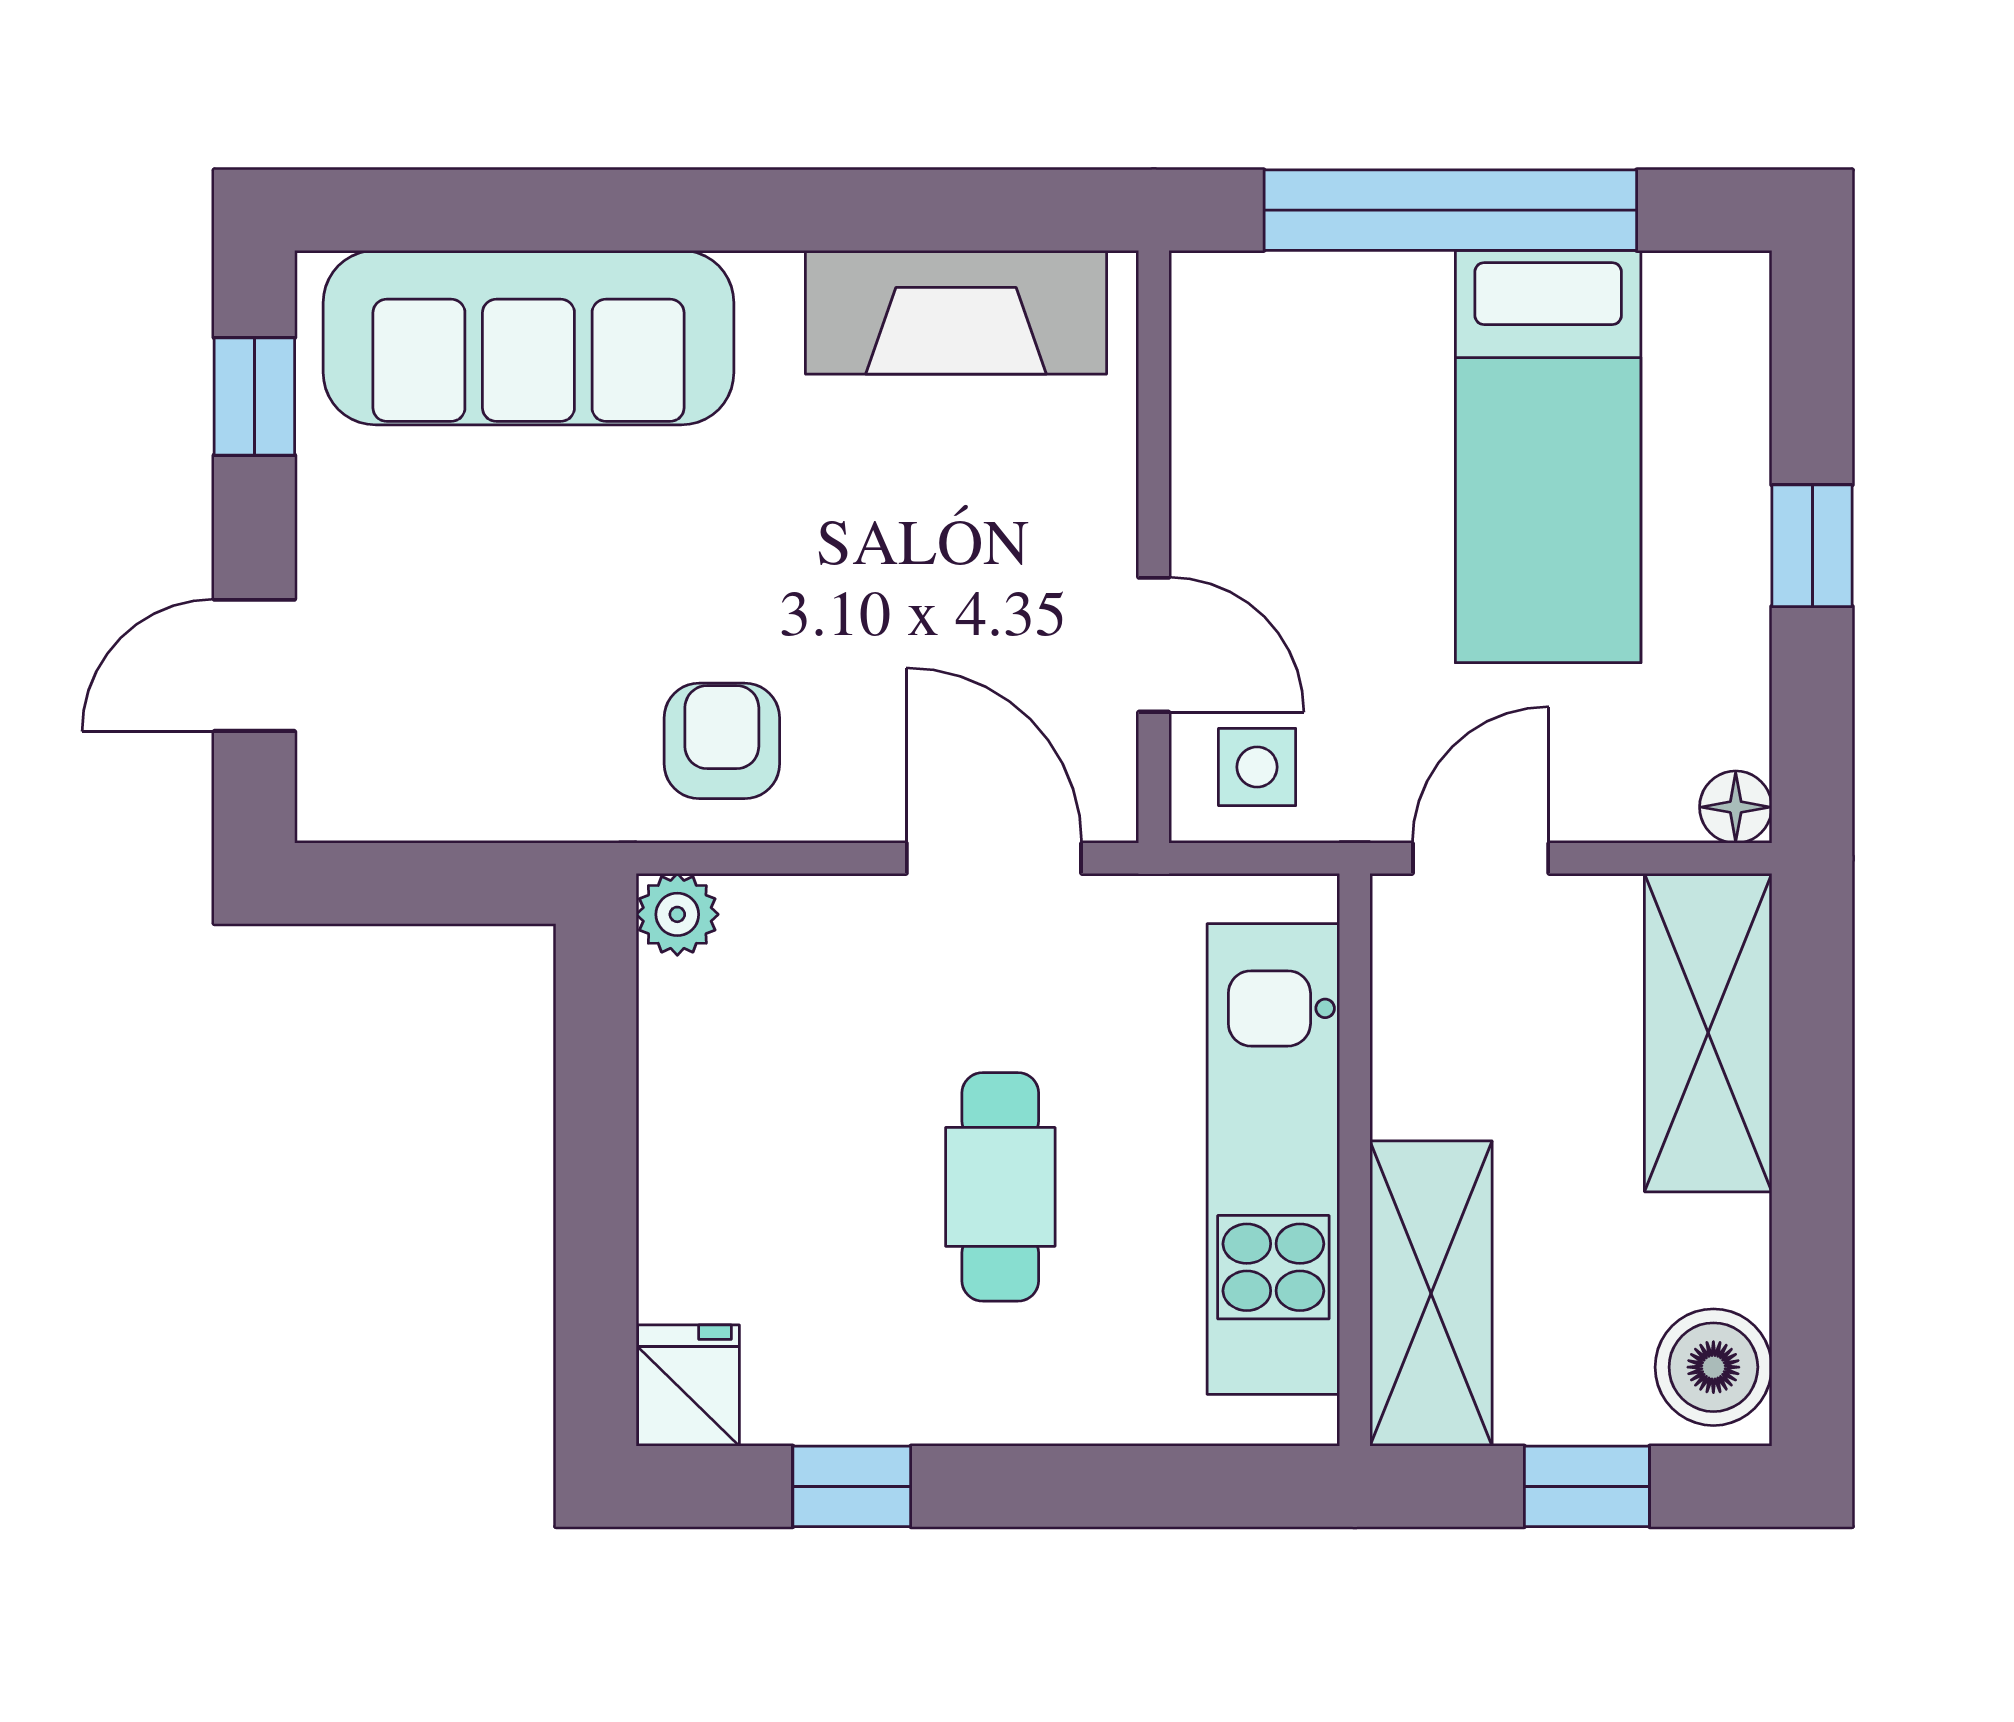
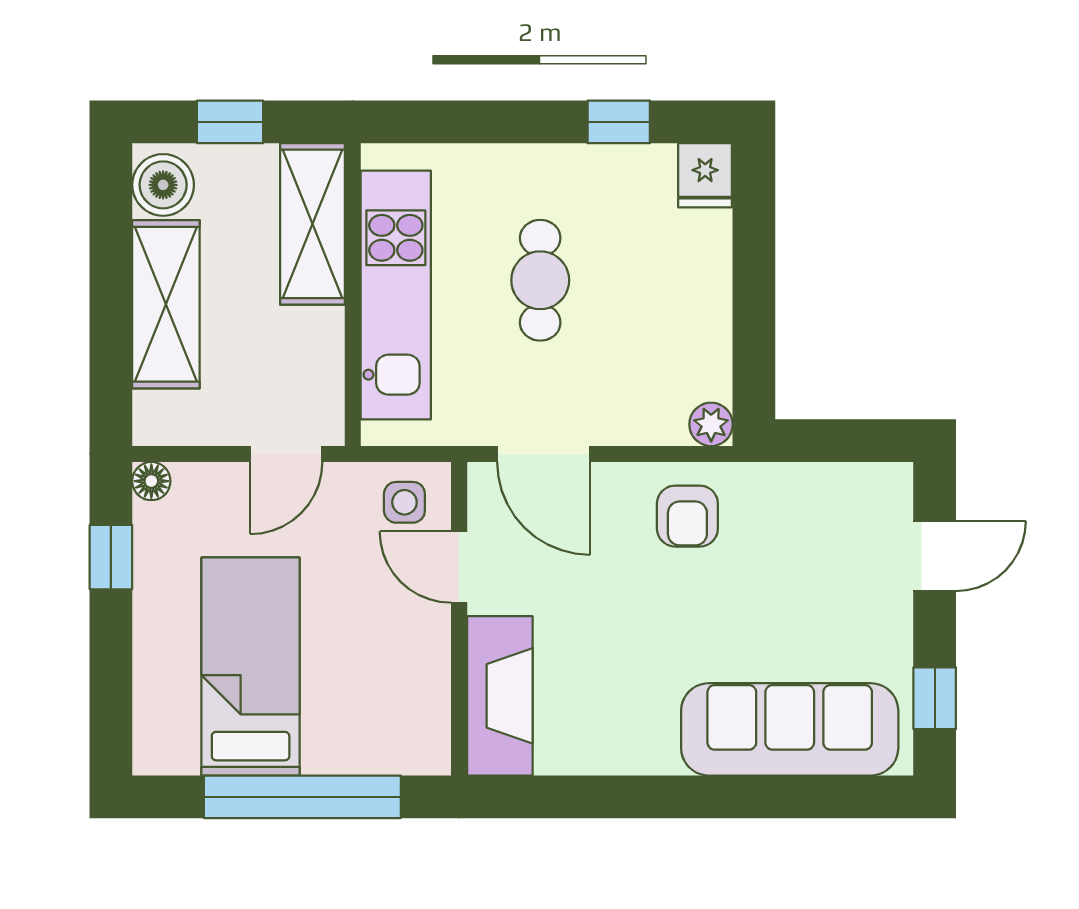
fireplace: (956, 312) -> (500, 696), moved, turned 90
window: (1812, 546) -> (111, 557), moved
shelving: (1708, 1033) -> (166, 304), moved

